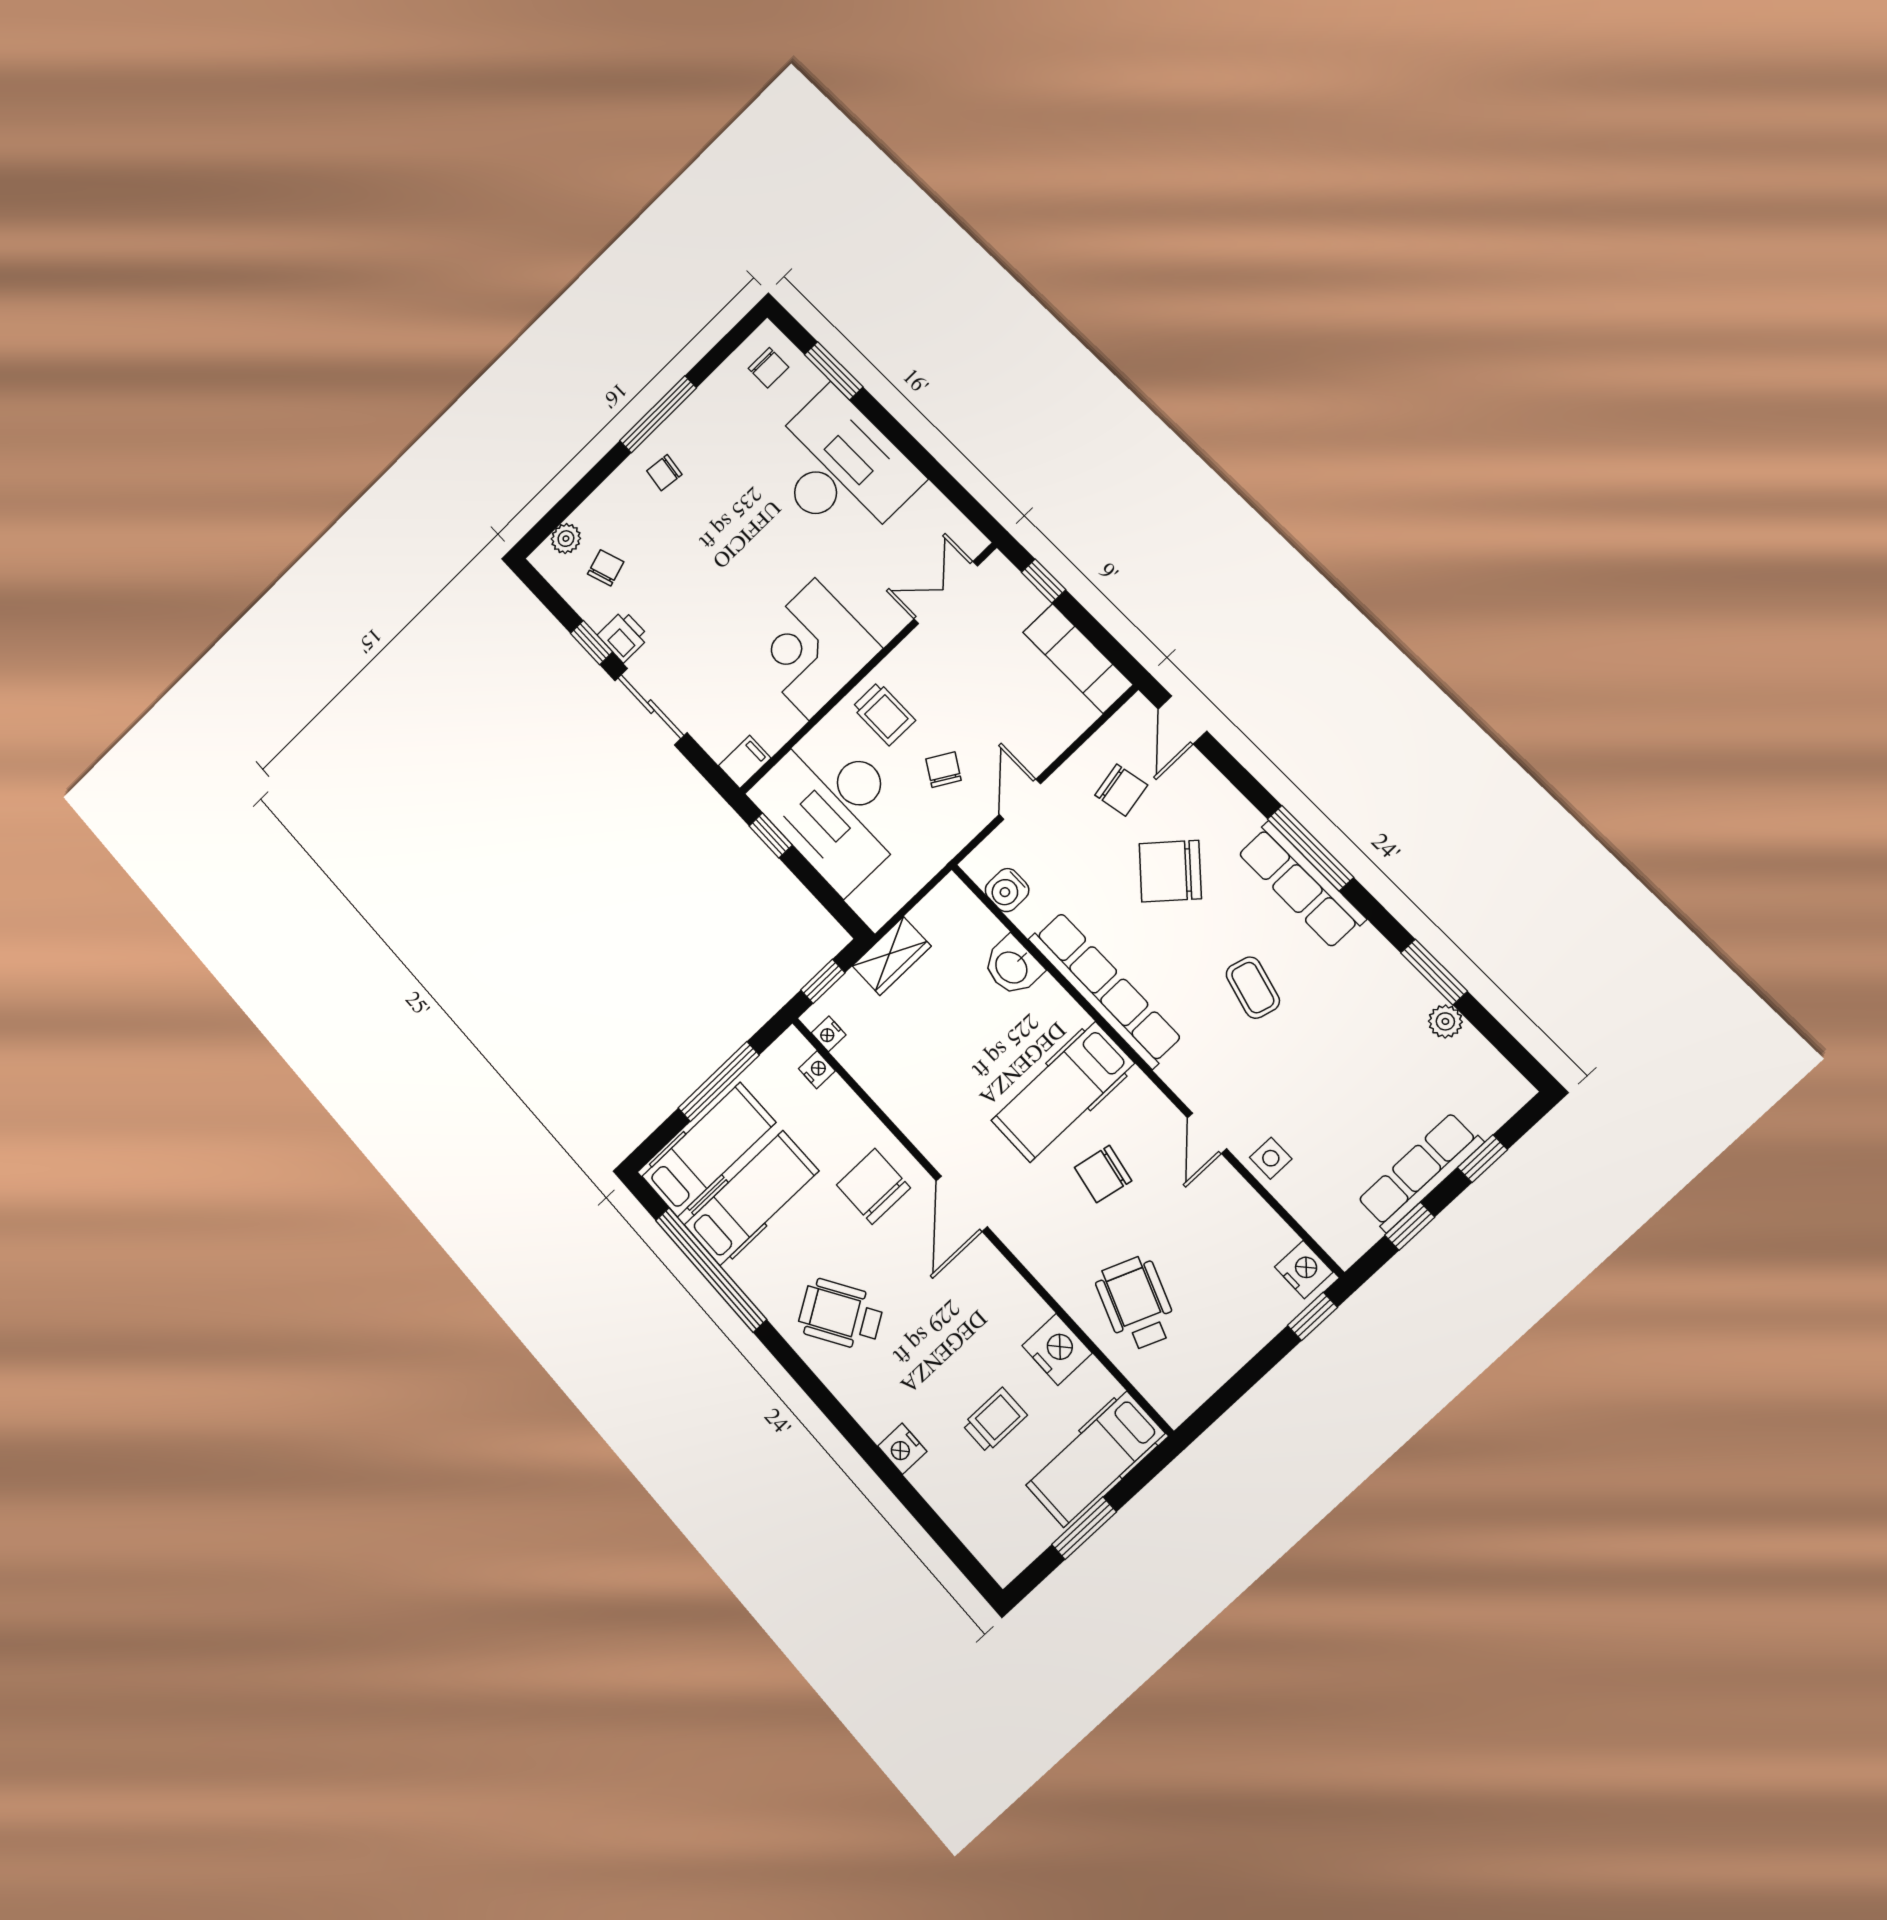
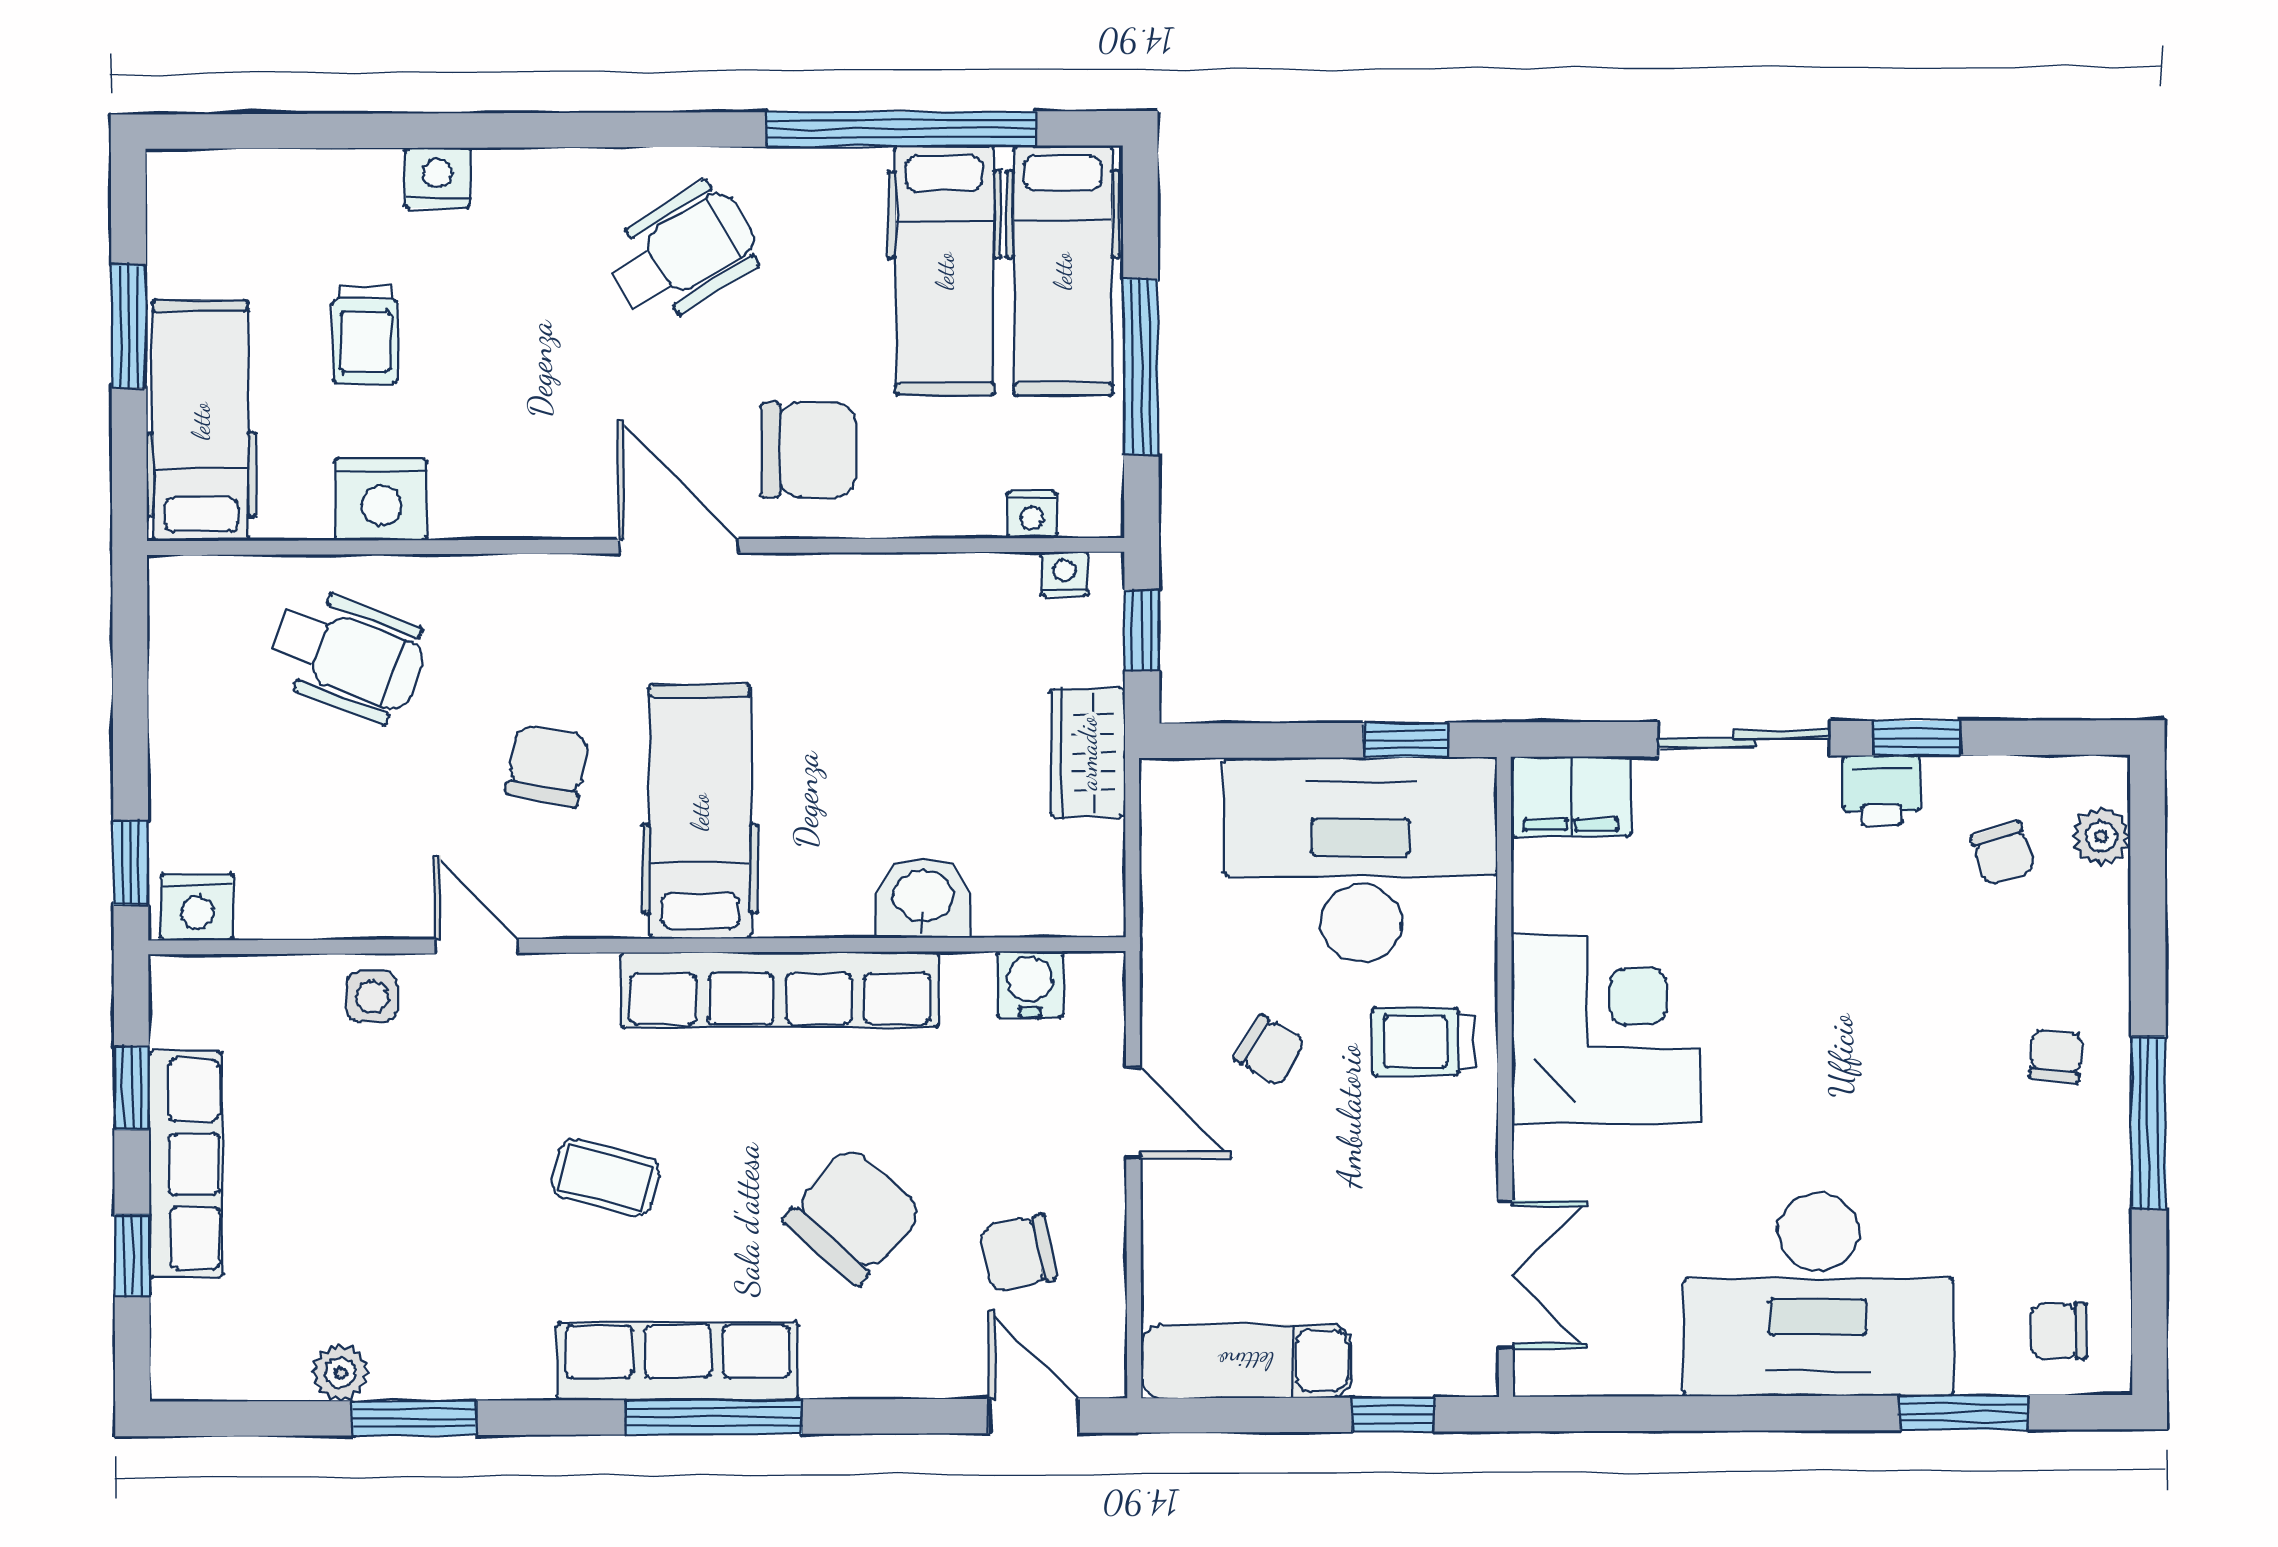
filing cabinet: (745, 762) -> (1571, 797), width x2.00

